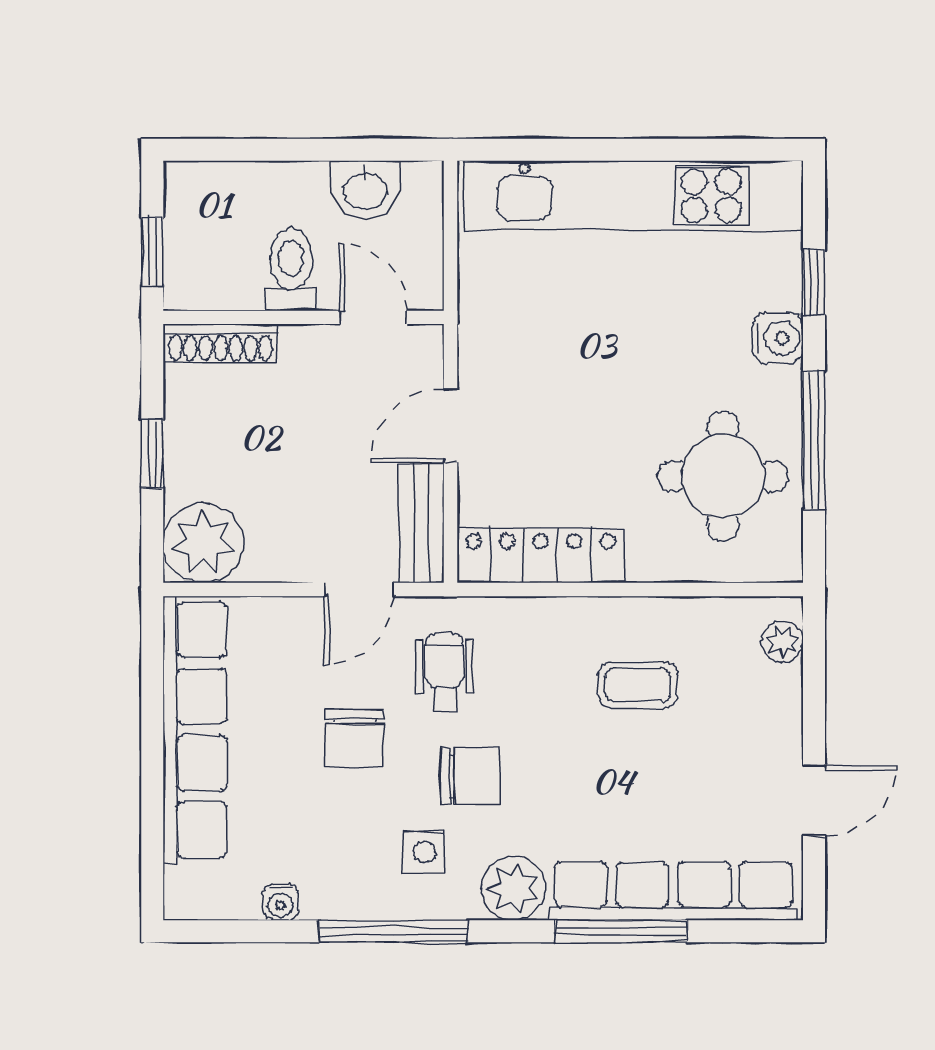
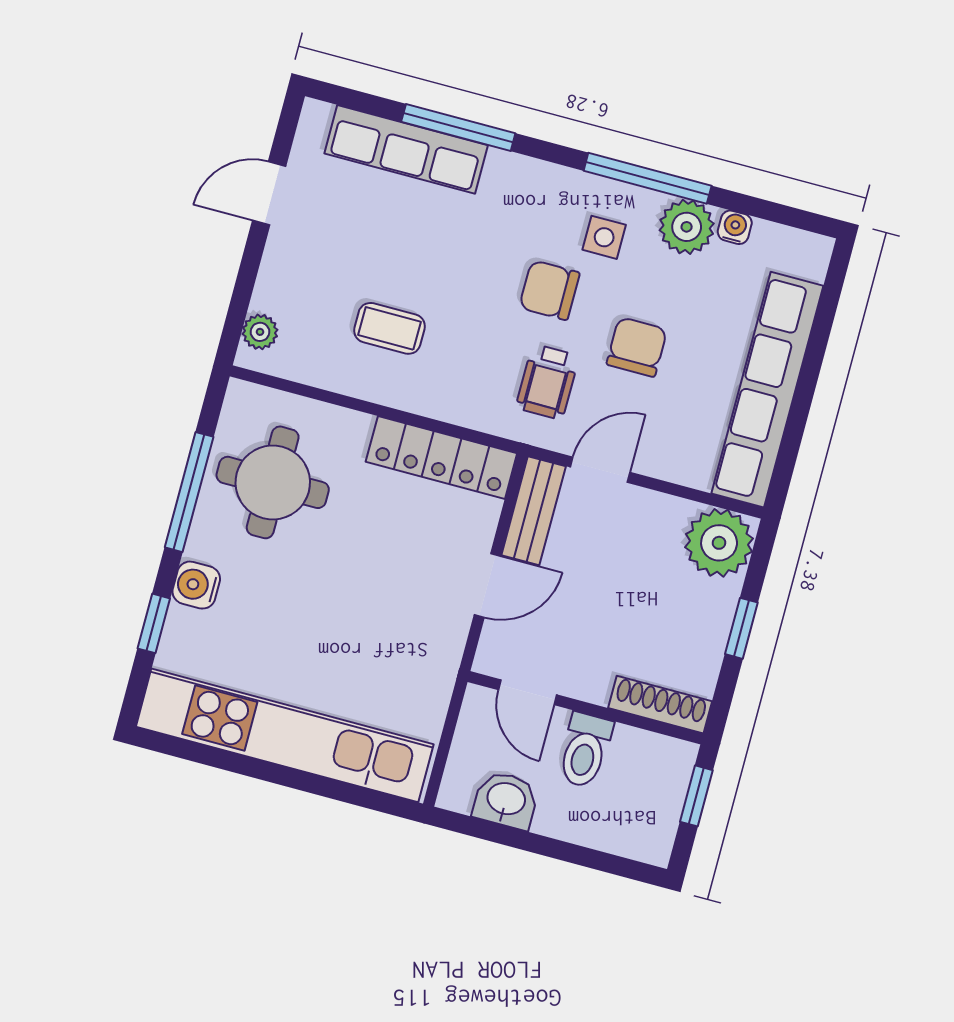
plant: (513, 888) -> (687, 227), moved
row of seats: (673, 891) -> (406, 149), width x0.73

